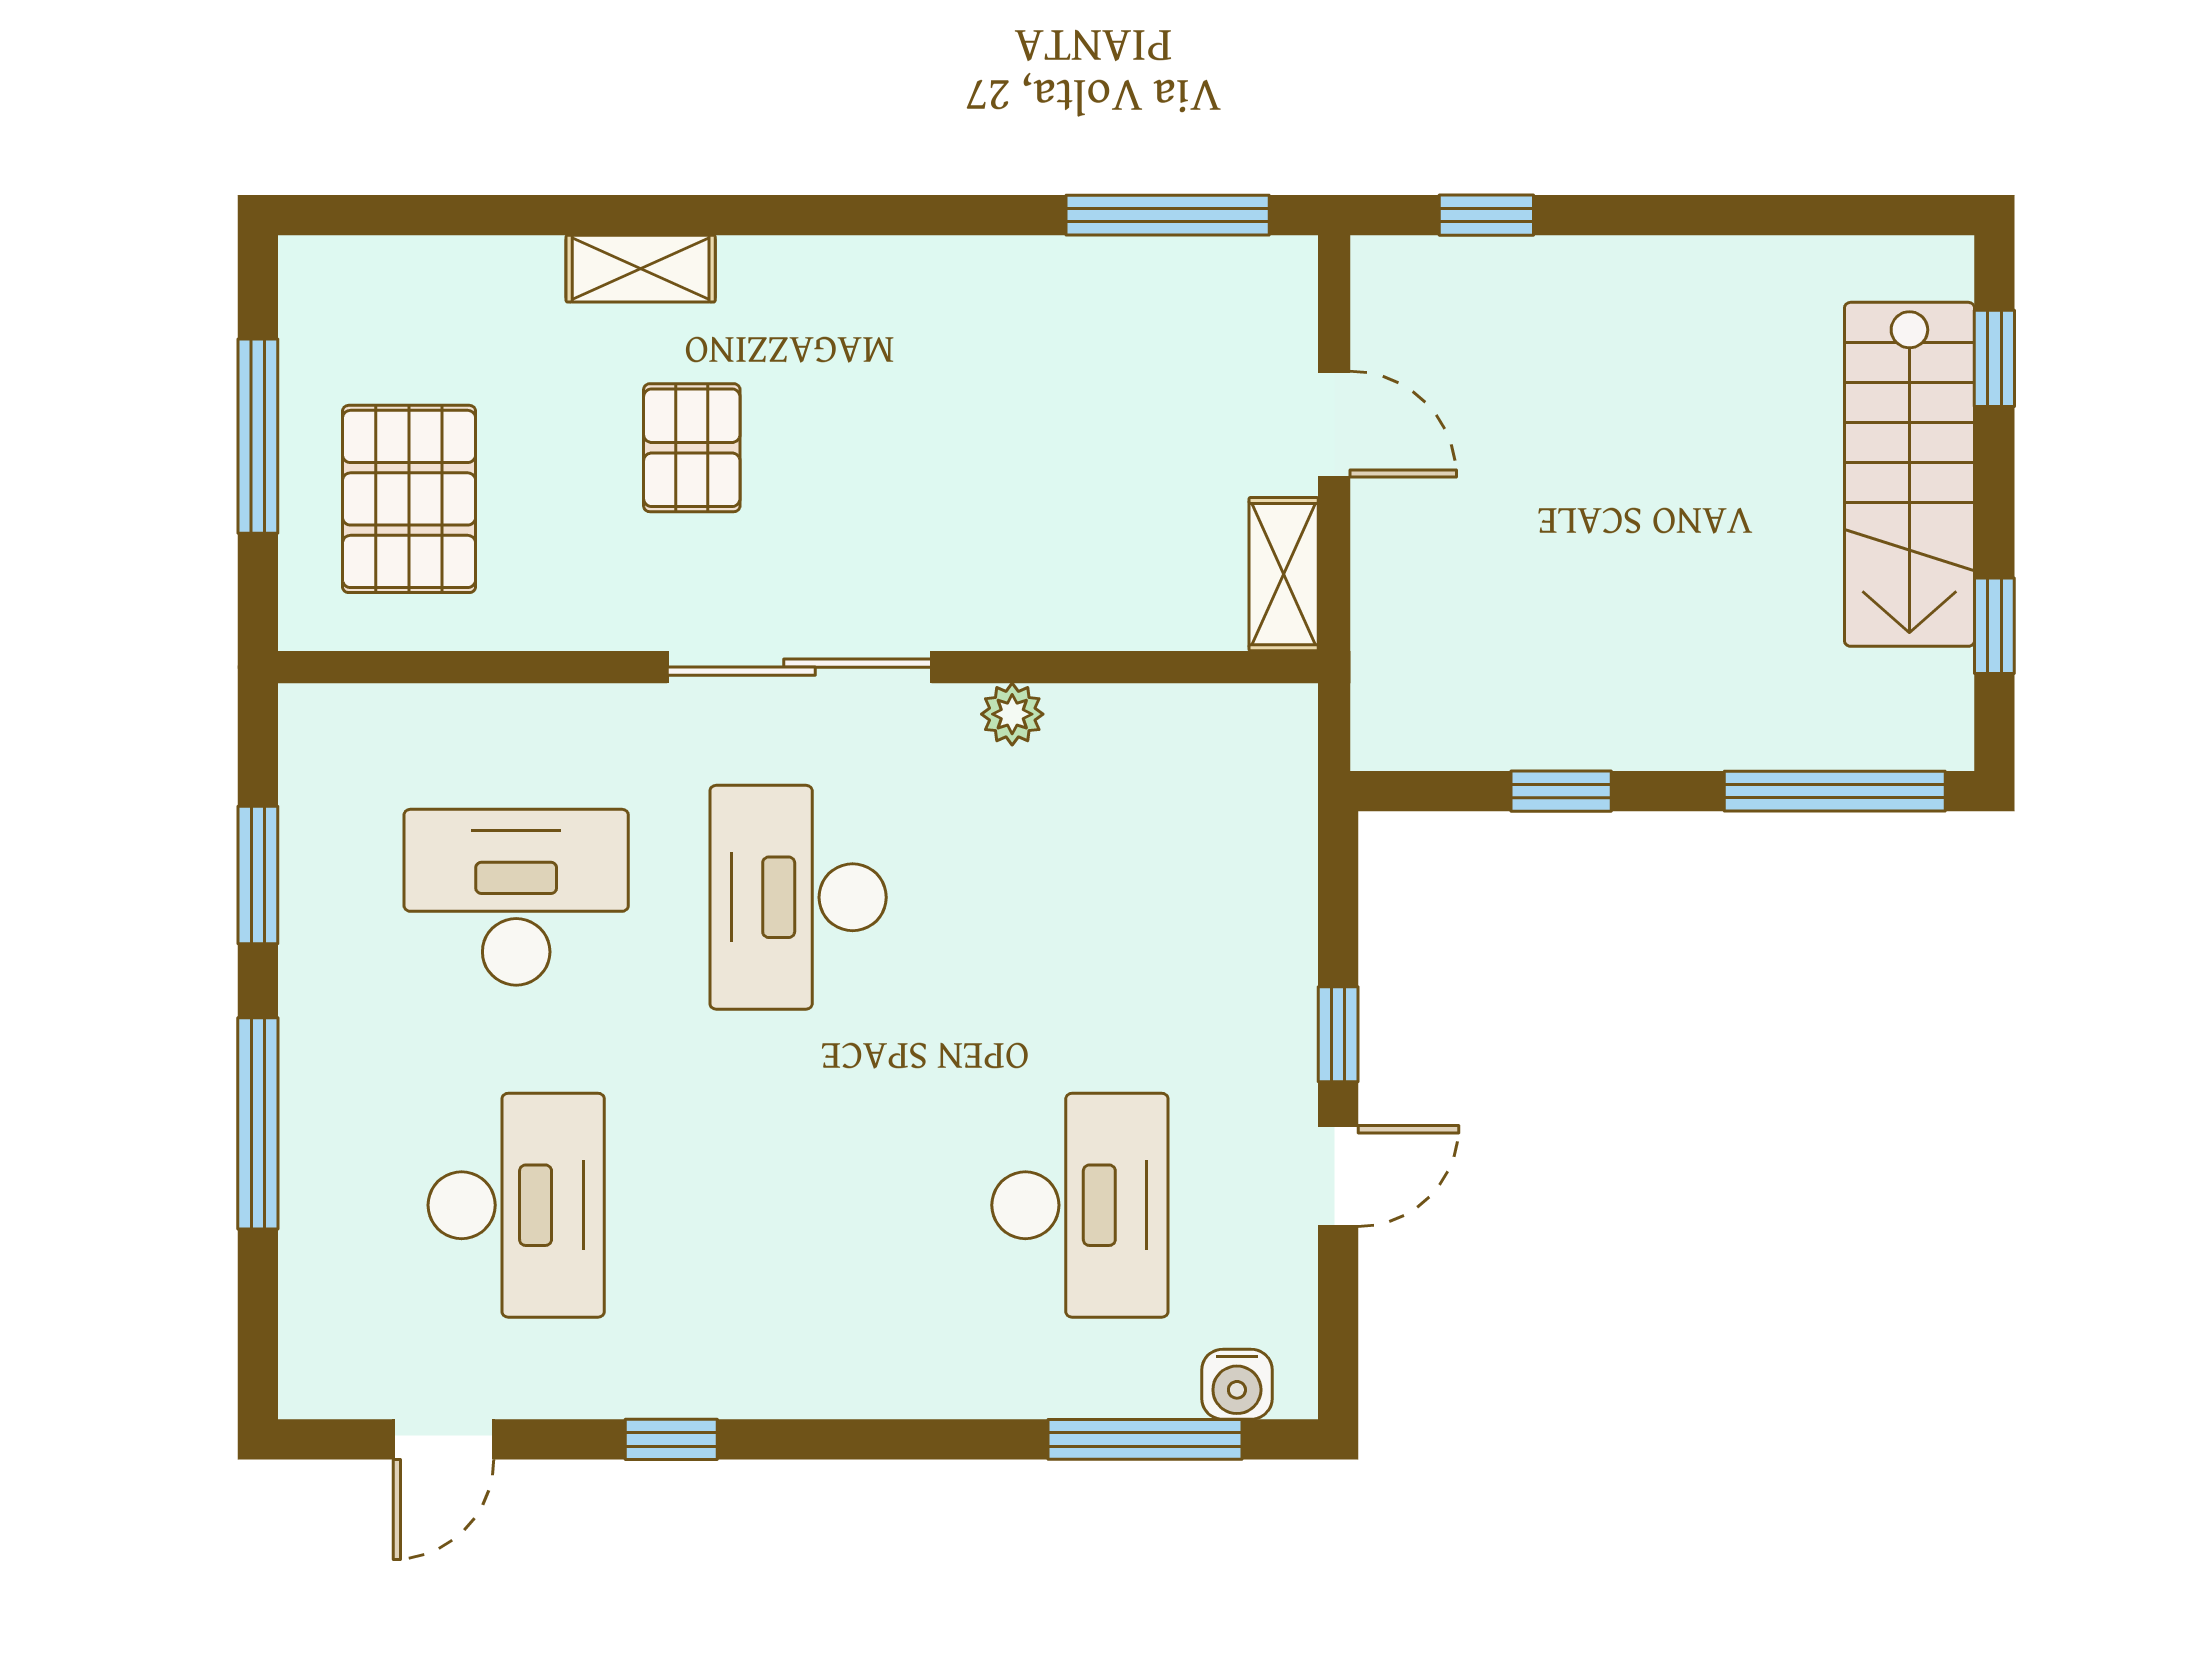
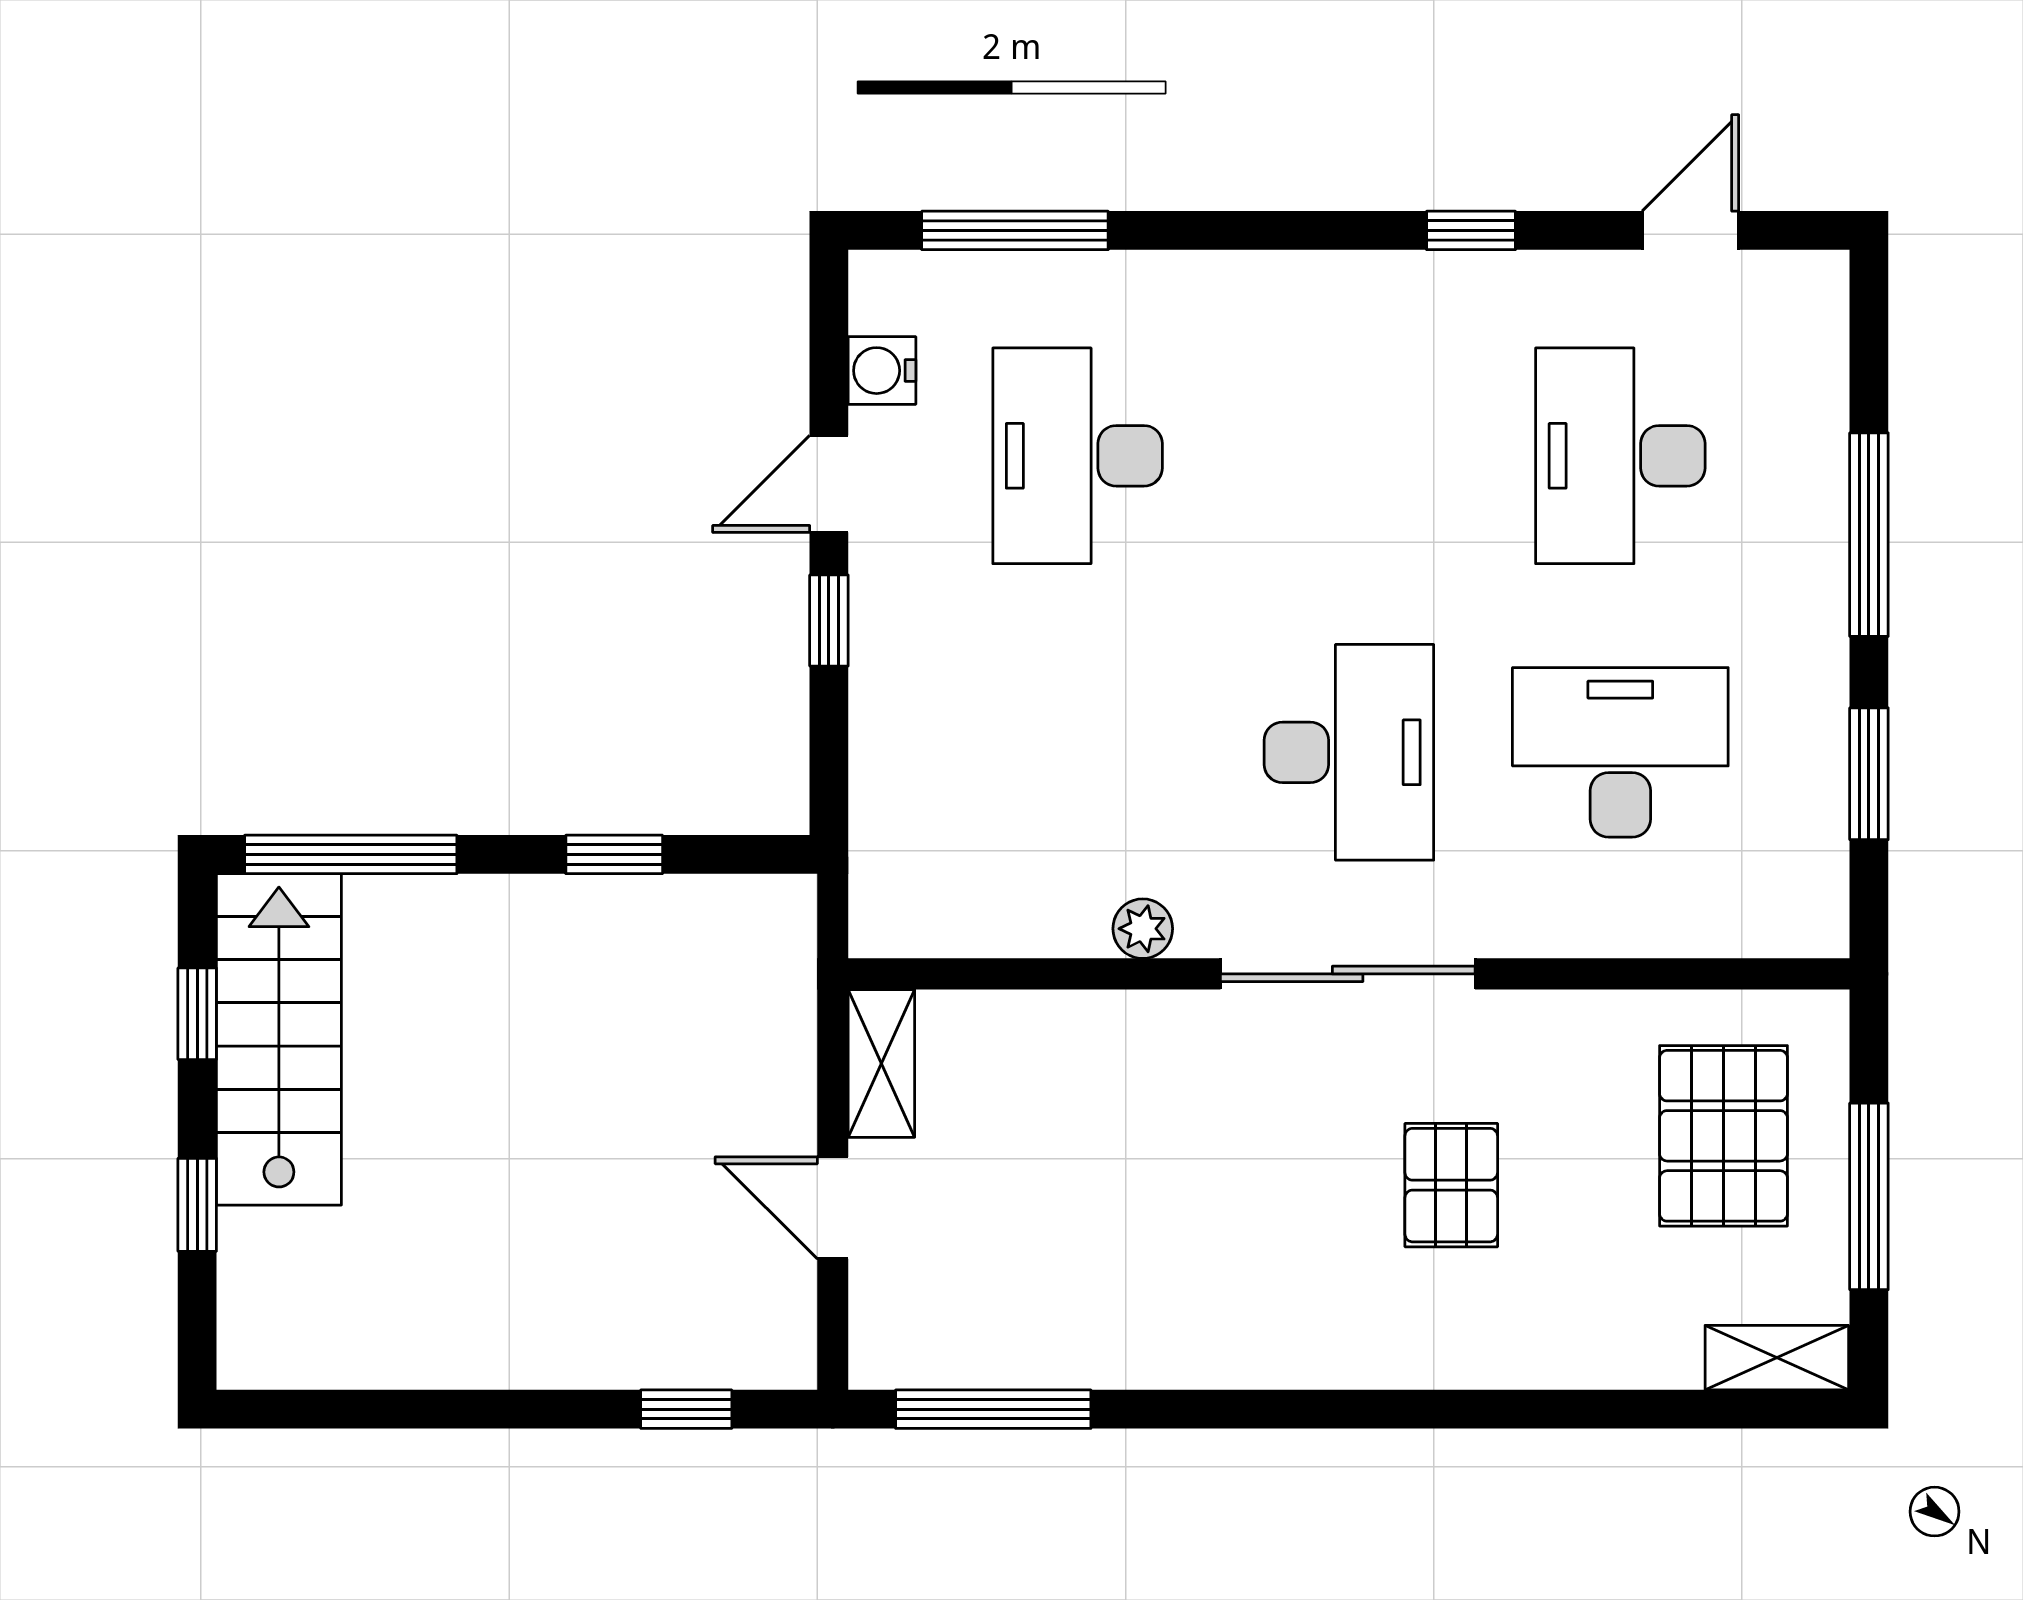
shelving: (641, 269) -> (1777, 1358), moved
window: (1994, 358) -> (197, 1205), moved
stairs: (1909, 474) -> (279, 1039), moved
desk: (516, 897) -> (1620, 752), turned 180
water cooler: (1237, 1384) -> (882, 371), moved, turned -90

